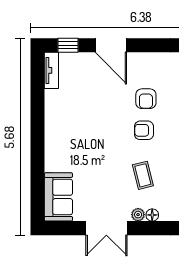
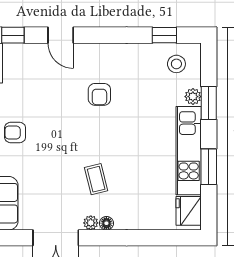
door: (111, 45) -> (61, 35), width x0.73
armchair: (144, 130) -> (15, 133), moved

